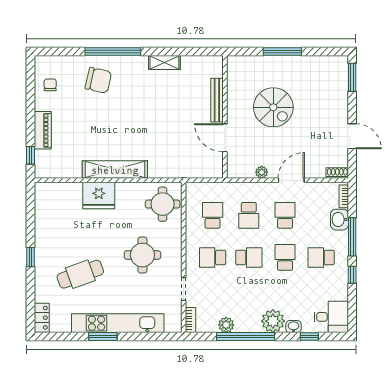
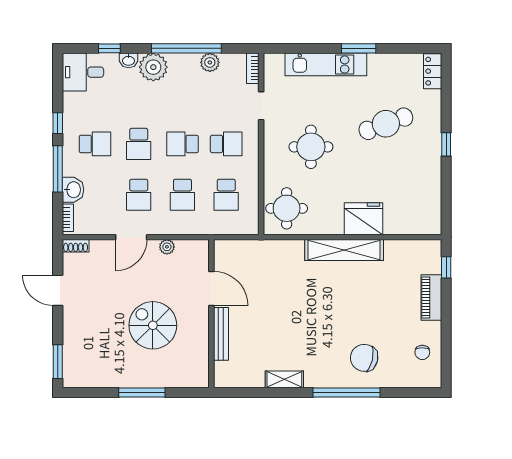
school desk: (249, 215) -> (182, 195), turned 180
kitchen unit: (118, 323) -> (326, 64), width x0.73

